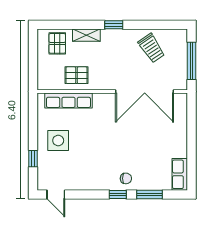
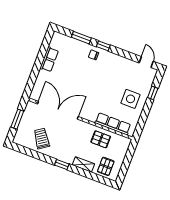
window: (192, 61) -> (17, 119), width x0.69
row of seats: (180, 174) -> (49, 59), moved

